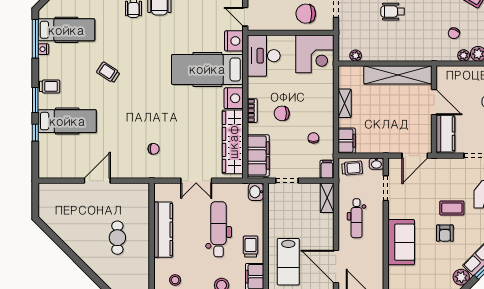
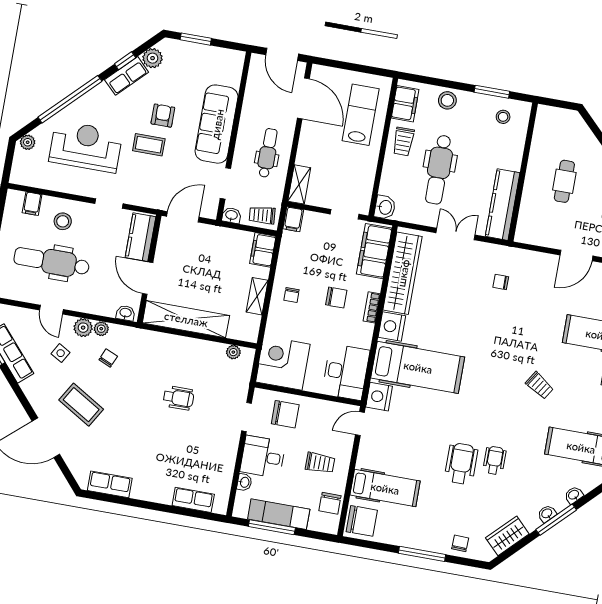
door: (245, 17) -> (360, 424), swing flipped
washbasin: (447, 71) -> (125, 313), added
chair: (313, 138) -> (291, 295), moved
kitchen counter: (163, 230) -> (503, 205), moved
sofa: (401, 242) -> (217, 124), width x1.36

